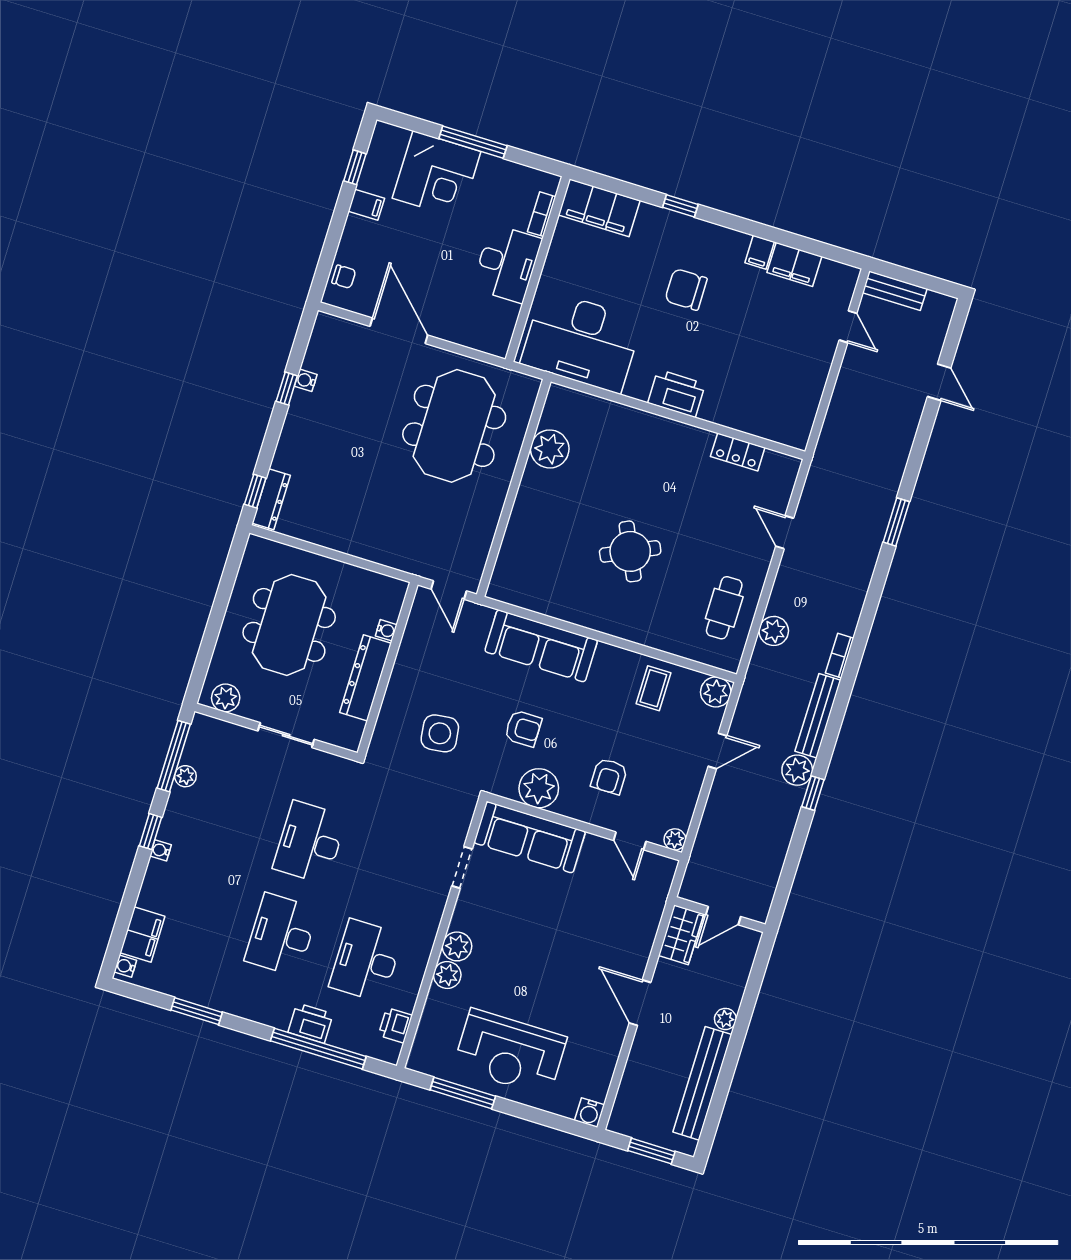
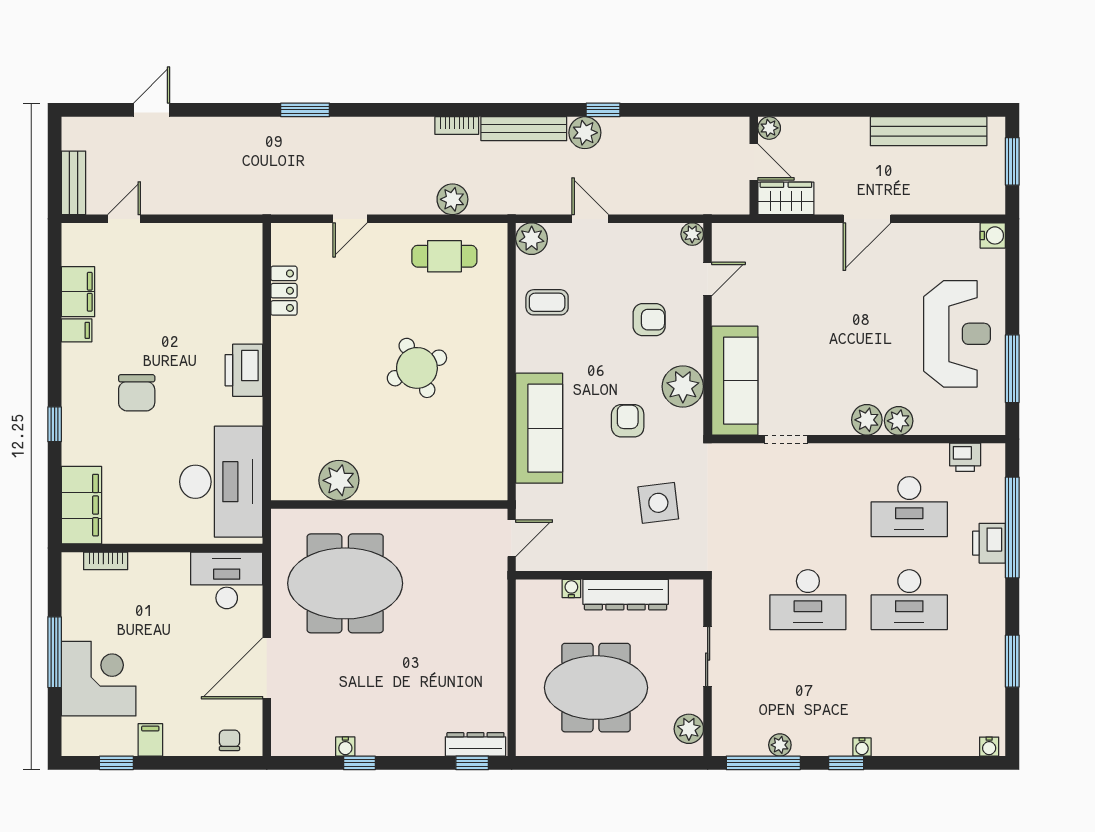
desk: (507, 264) -> (227, 580), moved
filing cabinet: (142, 934) -> (952, 739), removed
plant: (725, 1019) -> (769, 128), moved

